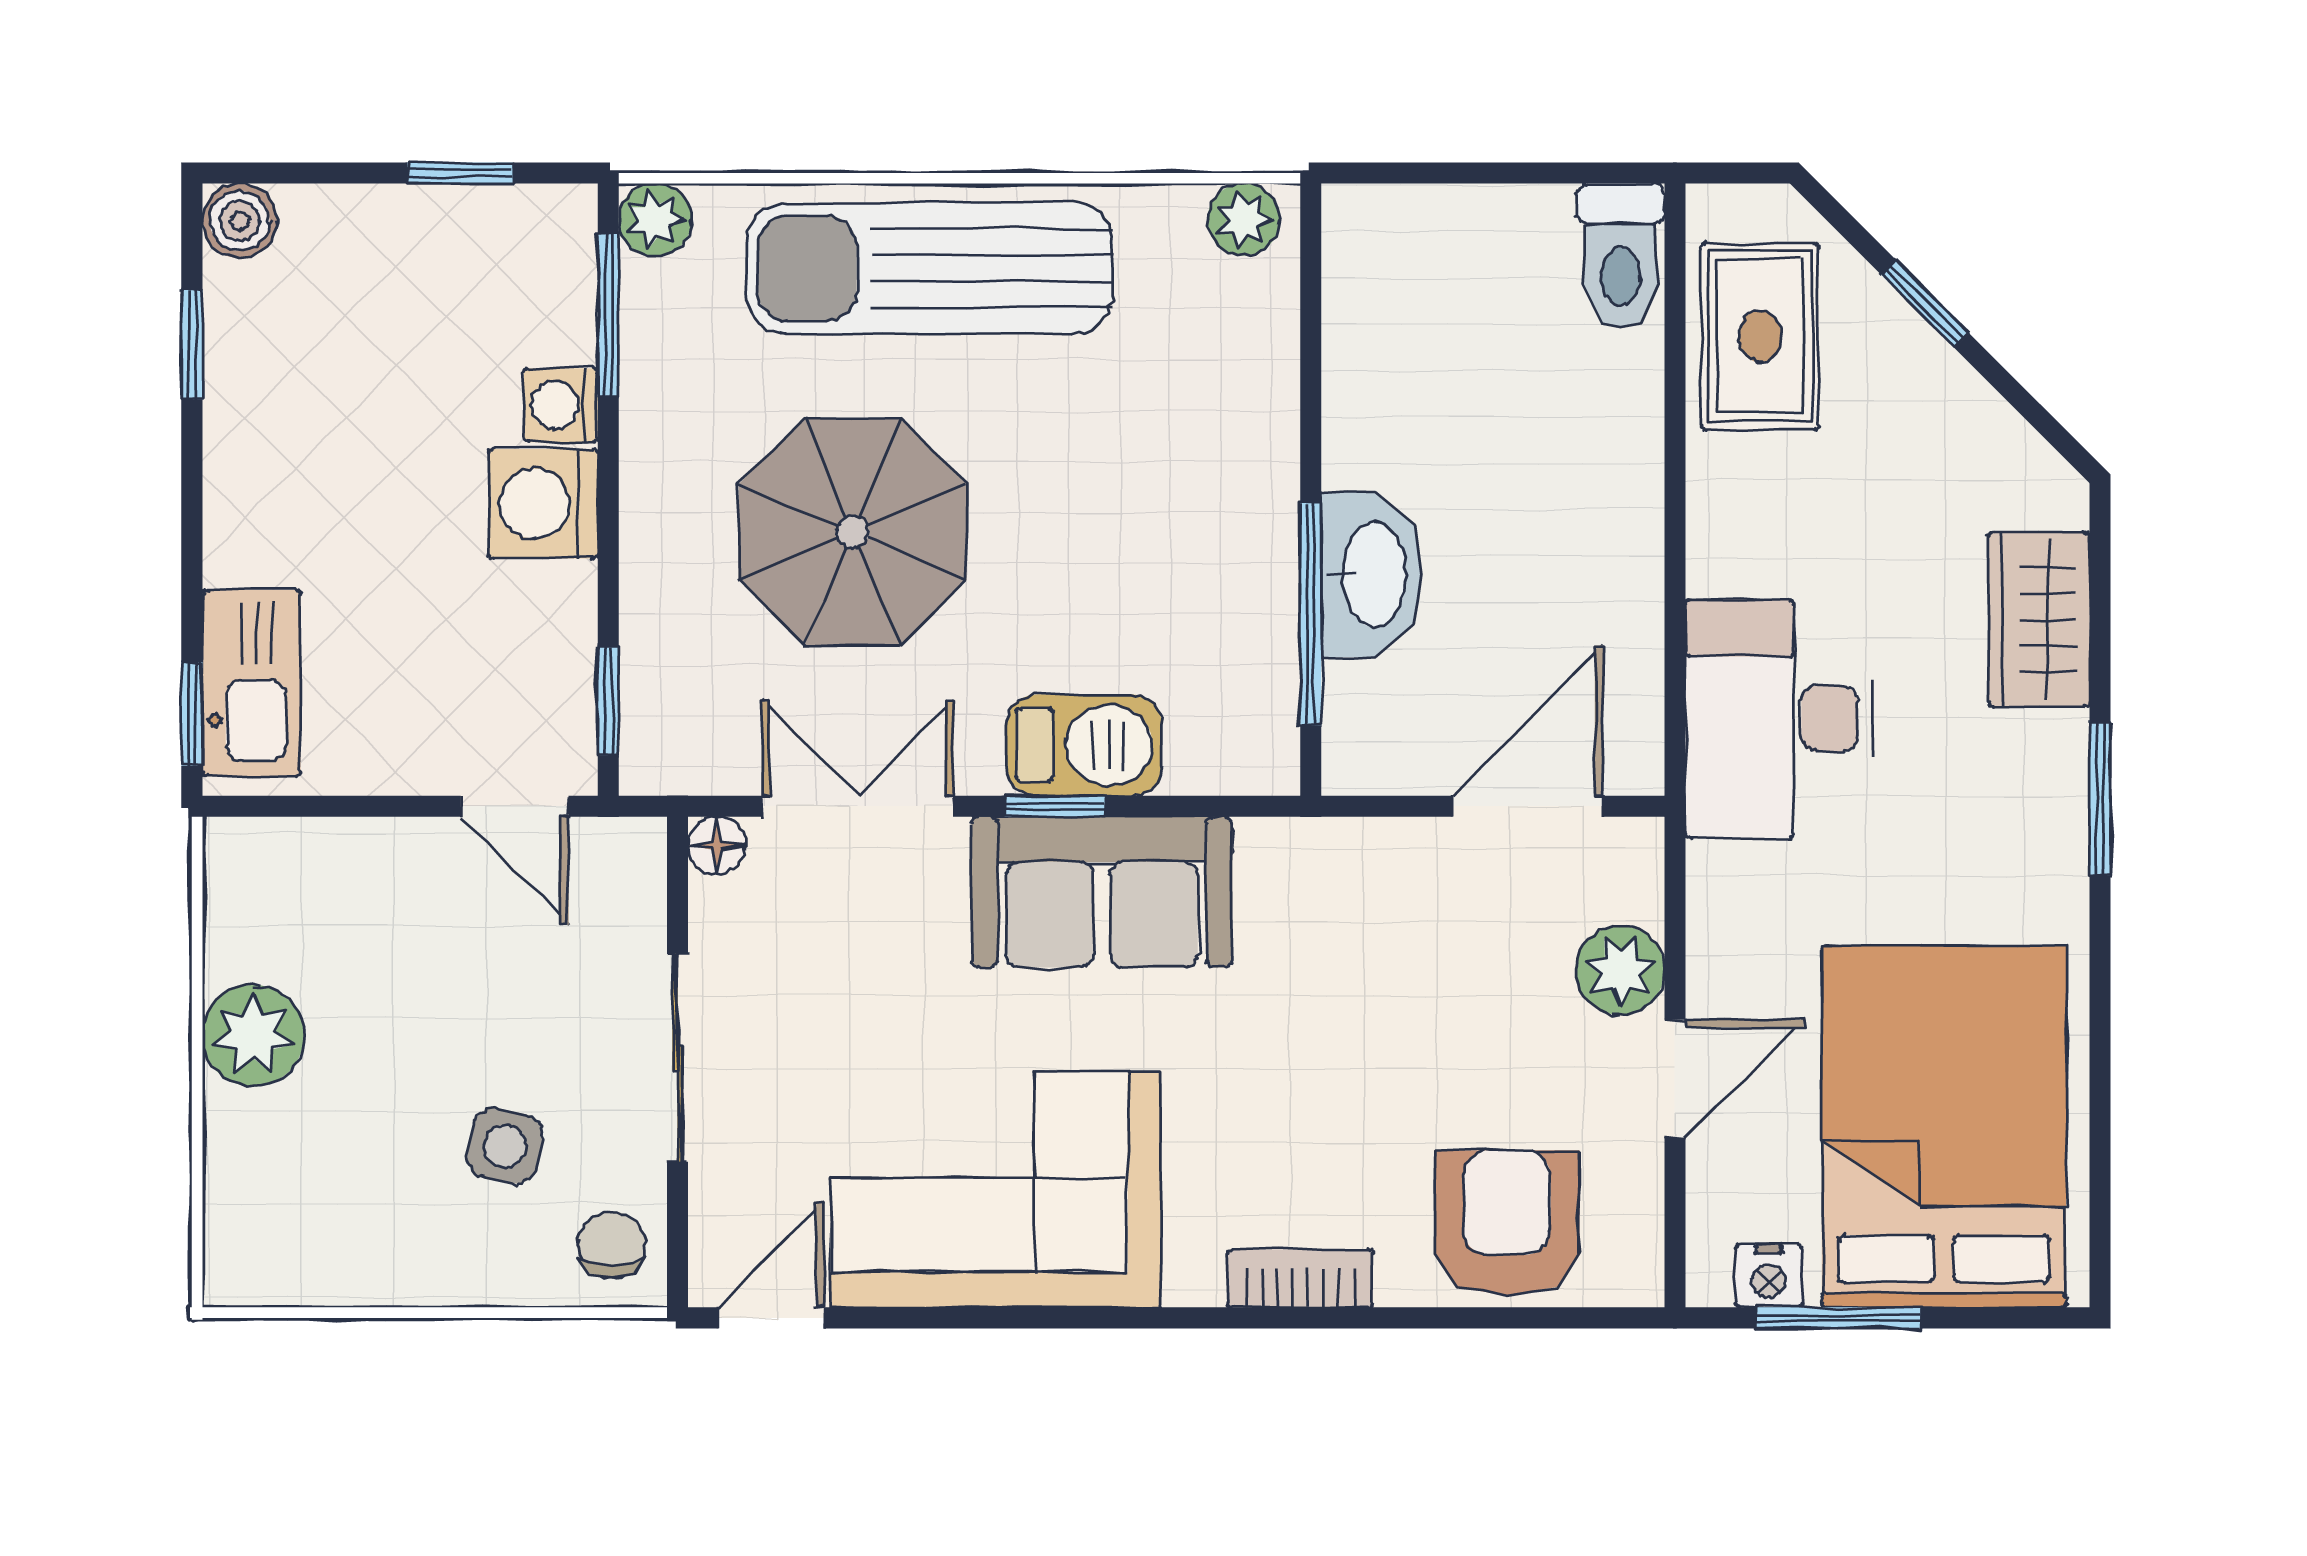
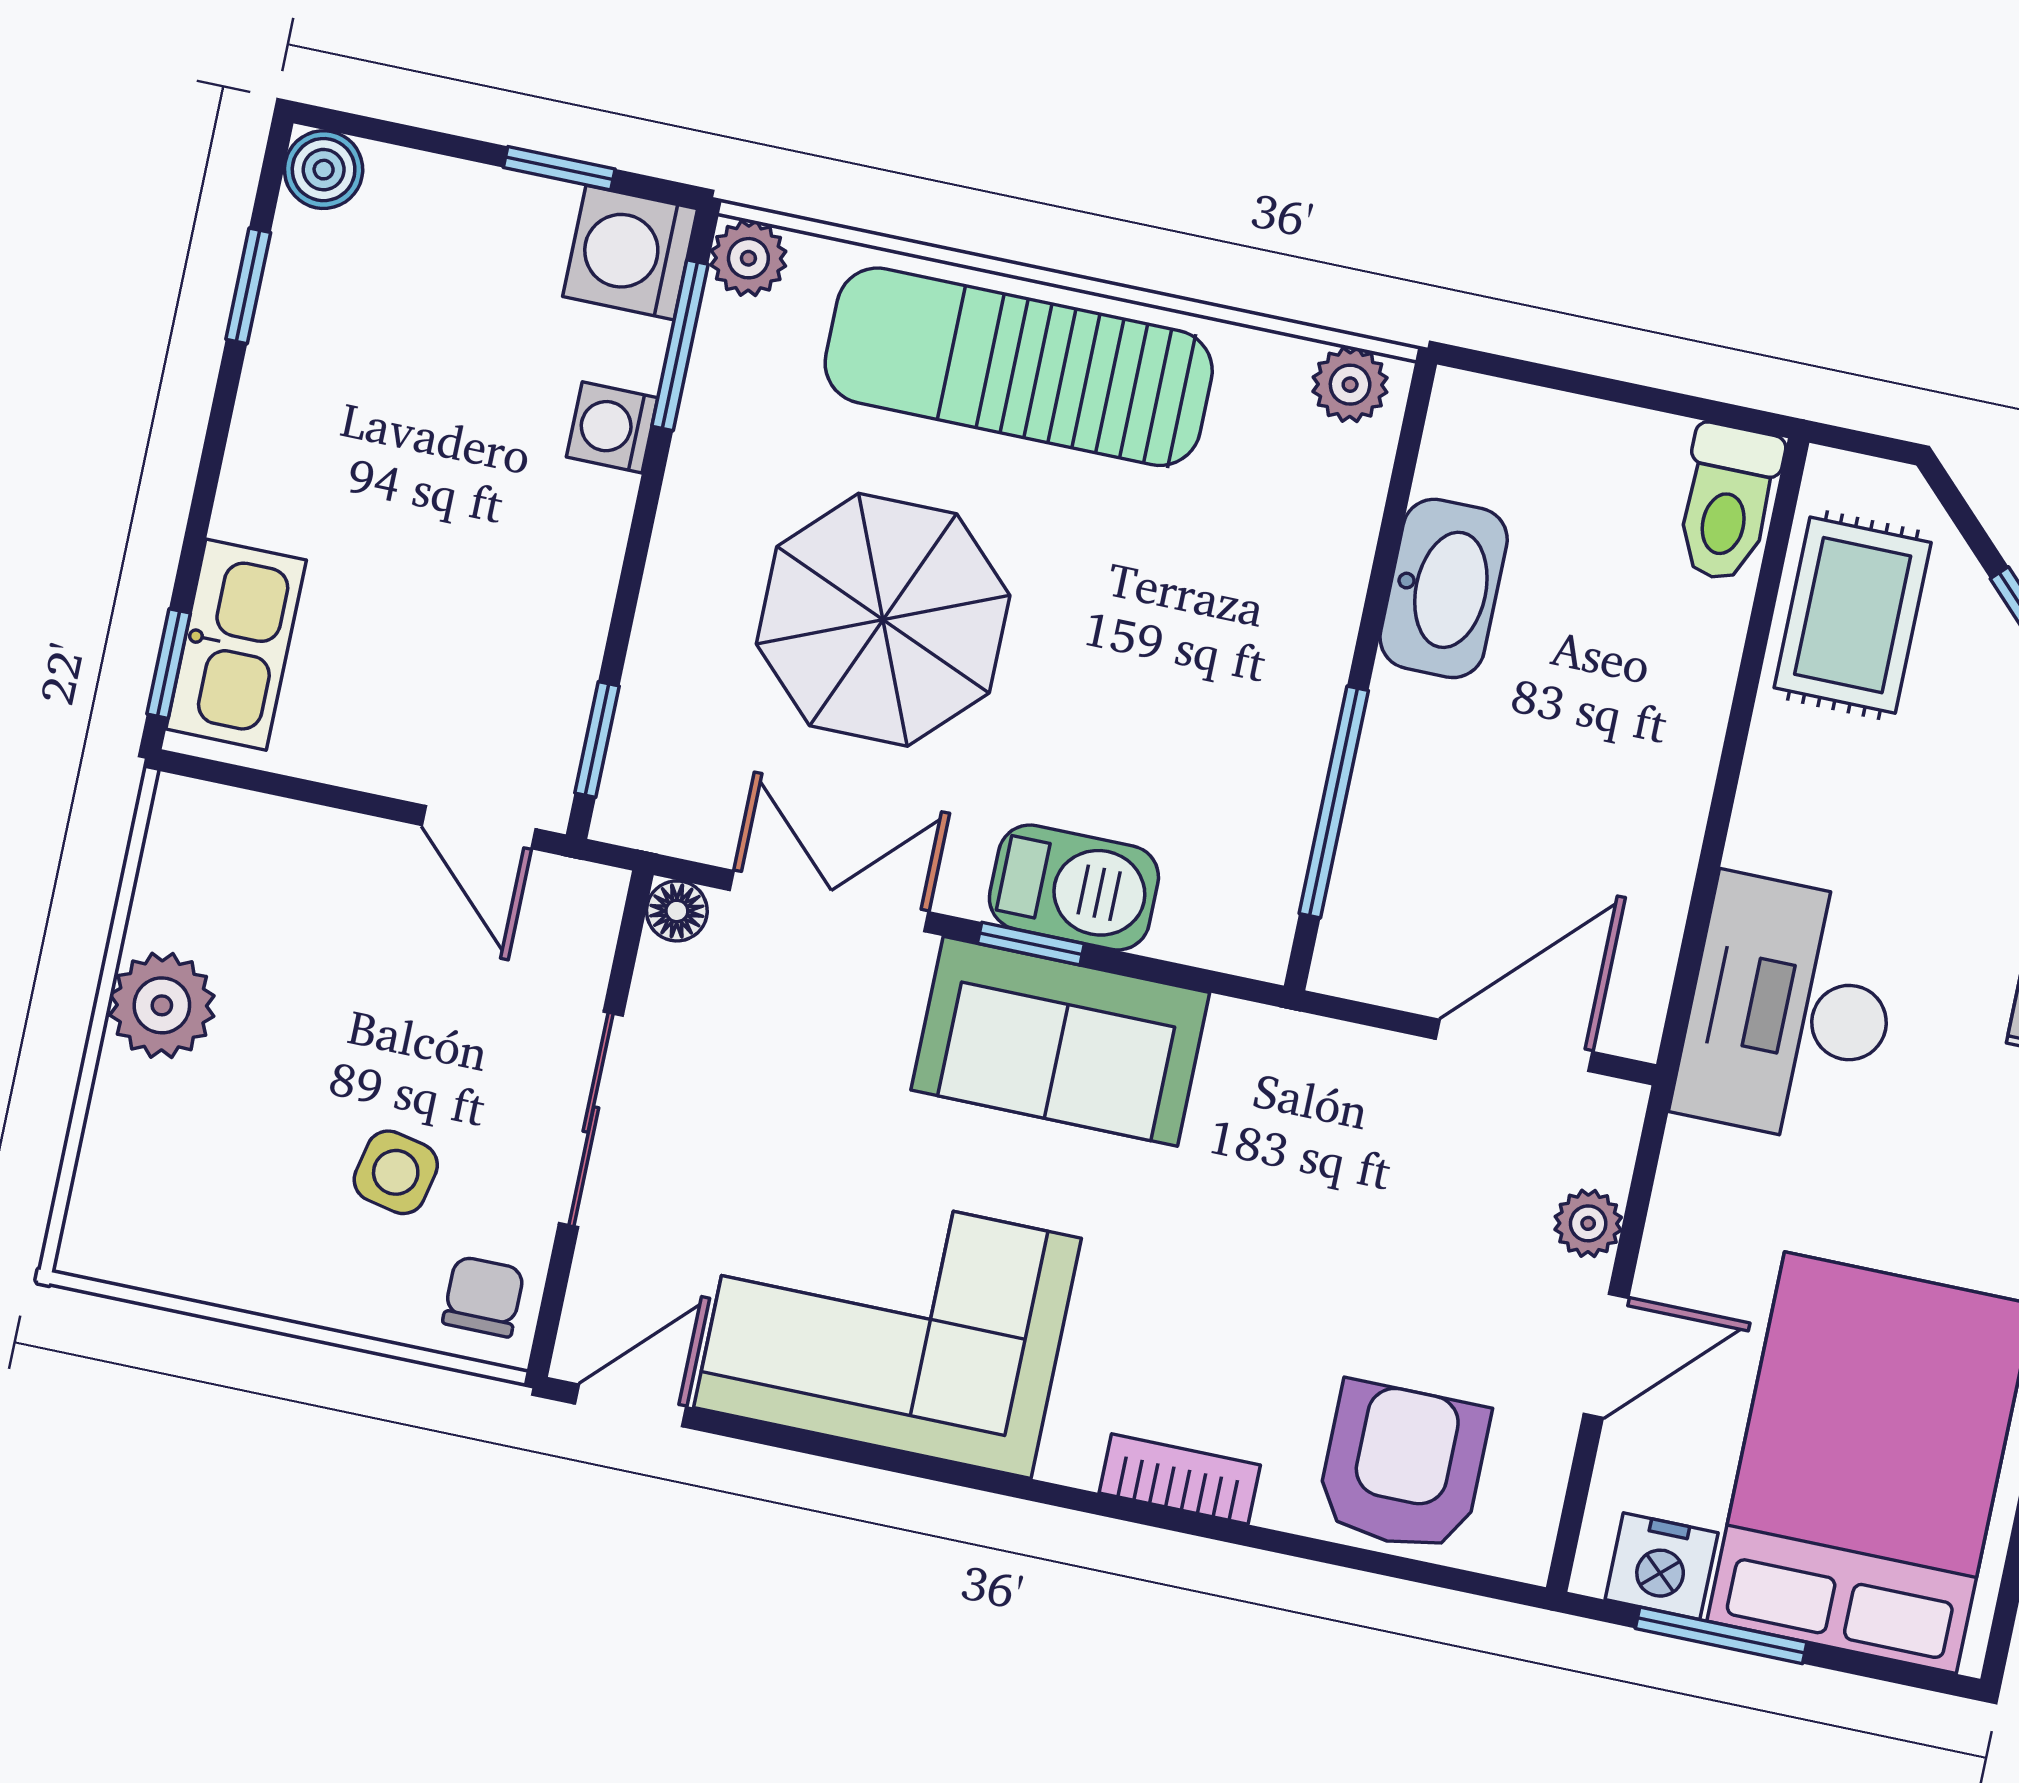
washing machine: (543, 504) -> (630, 253), moved
washbasin: (1372, 575) -> (1444, 588), moved
plant: (1620, 970) -> (1588, 1223), width x0.73, depth x0.73
nightstand: (1769, 1276) -> (1662, 1566), width x1.39, depth x1.35

